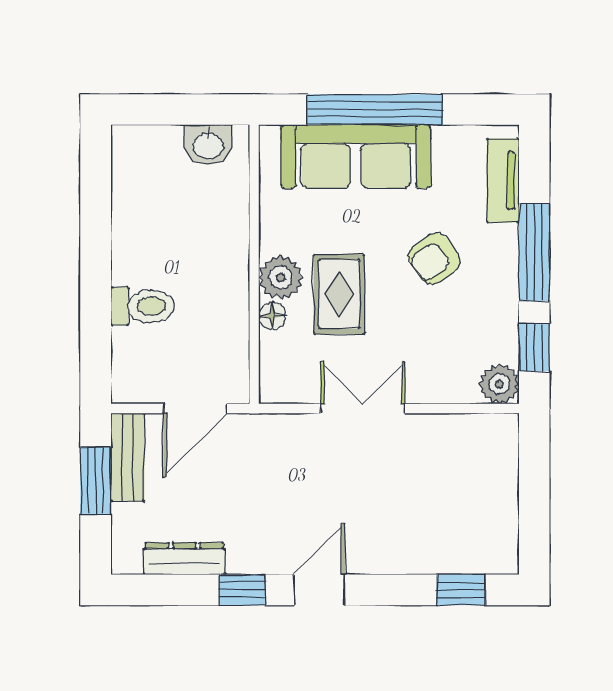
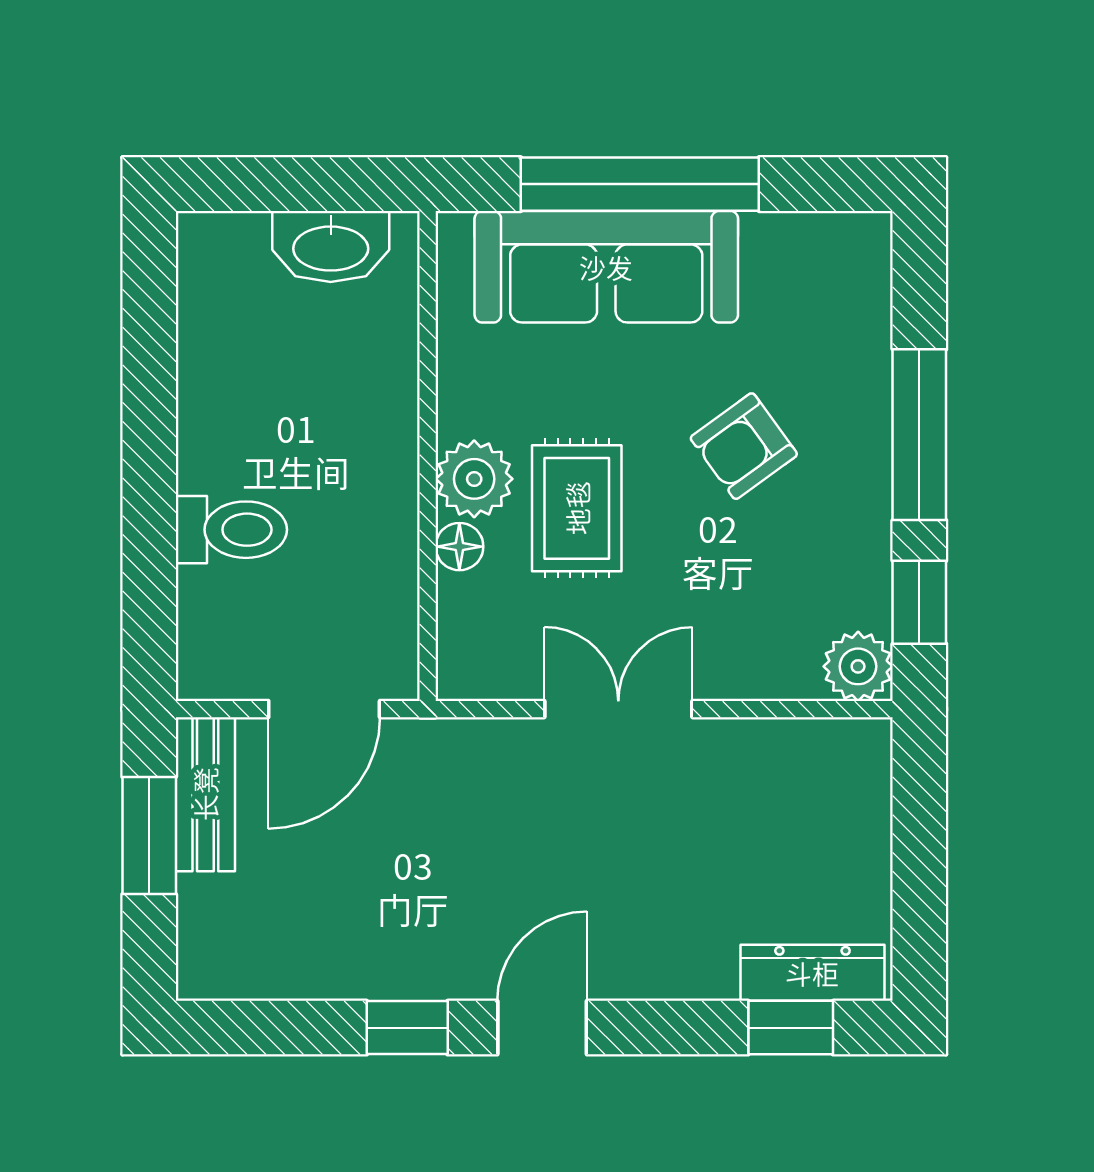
washbasin: (208, 145) -> (331, 246), width x1.38
tv unit: (503, 181) -> (864, 309), removed
dresser: (184, 559) -> (812, 973), moved

